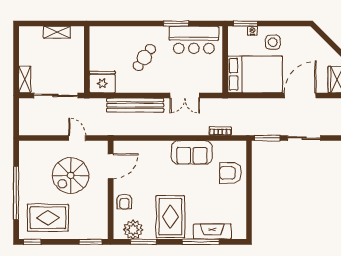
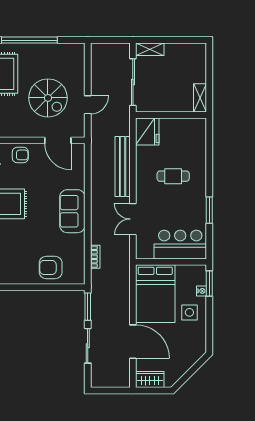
shelving: (57, 32) -> (200, 98), moved
bar counter: (194, 40) -> (180, 245), moved, turned 90
cafe table: (144, 58) -> (173, 176), turned -36
sofa: (192, 152) -> (72, 211), moved
armchair: (230, 173) -> (51, 267), turned -90
spiral stairs: (71, 175) -> (48, 98), turned 180
armchair: (124, 202) -> (20, 155), turned 180

